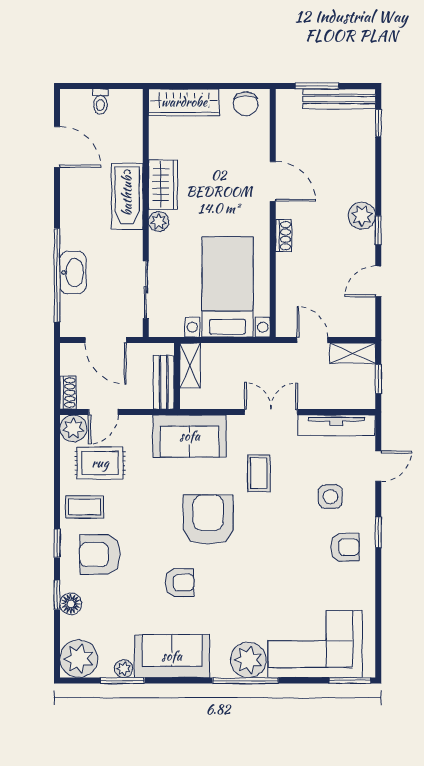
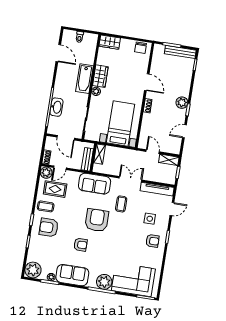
wardrobe: (184, 102) -> (110, 42), width x0.67
floor lamp: (71, 604) -> (33, 246), removed

